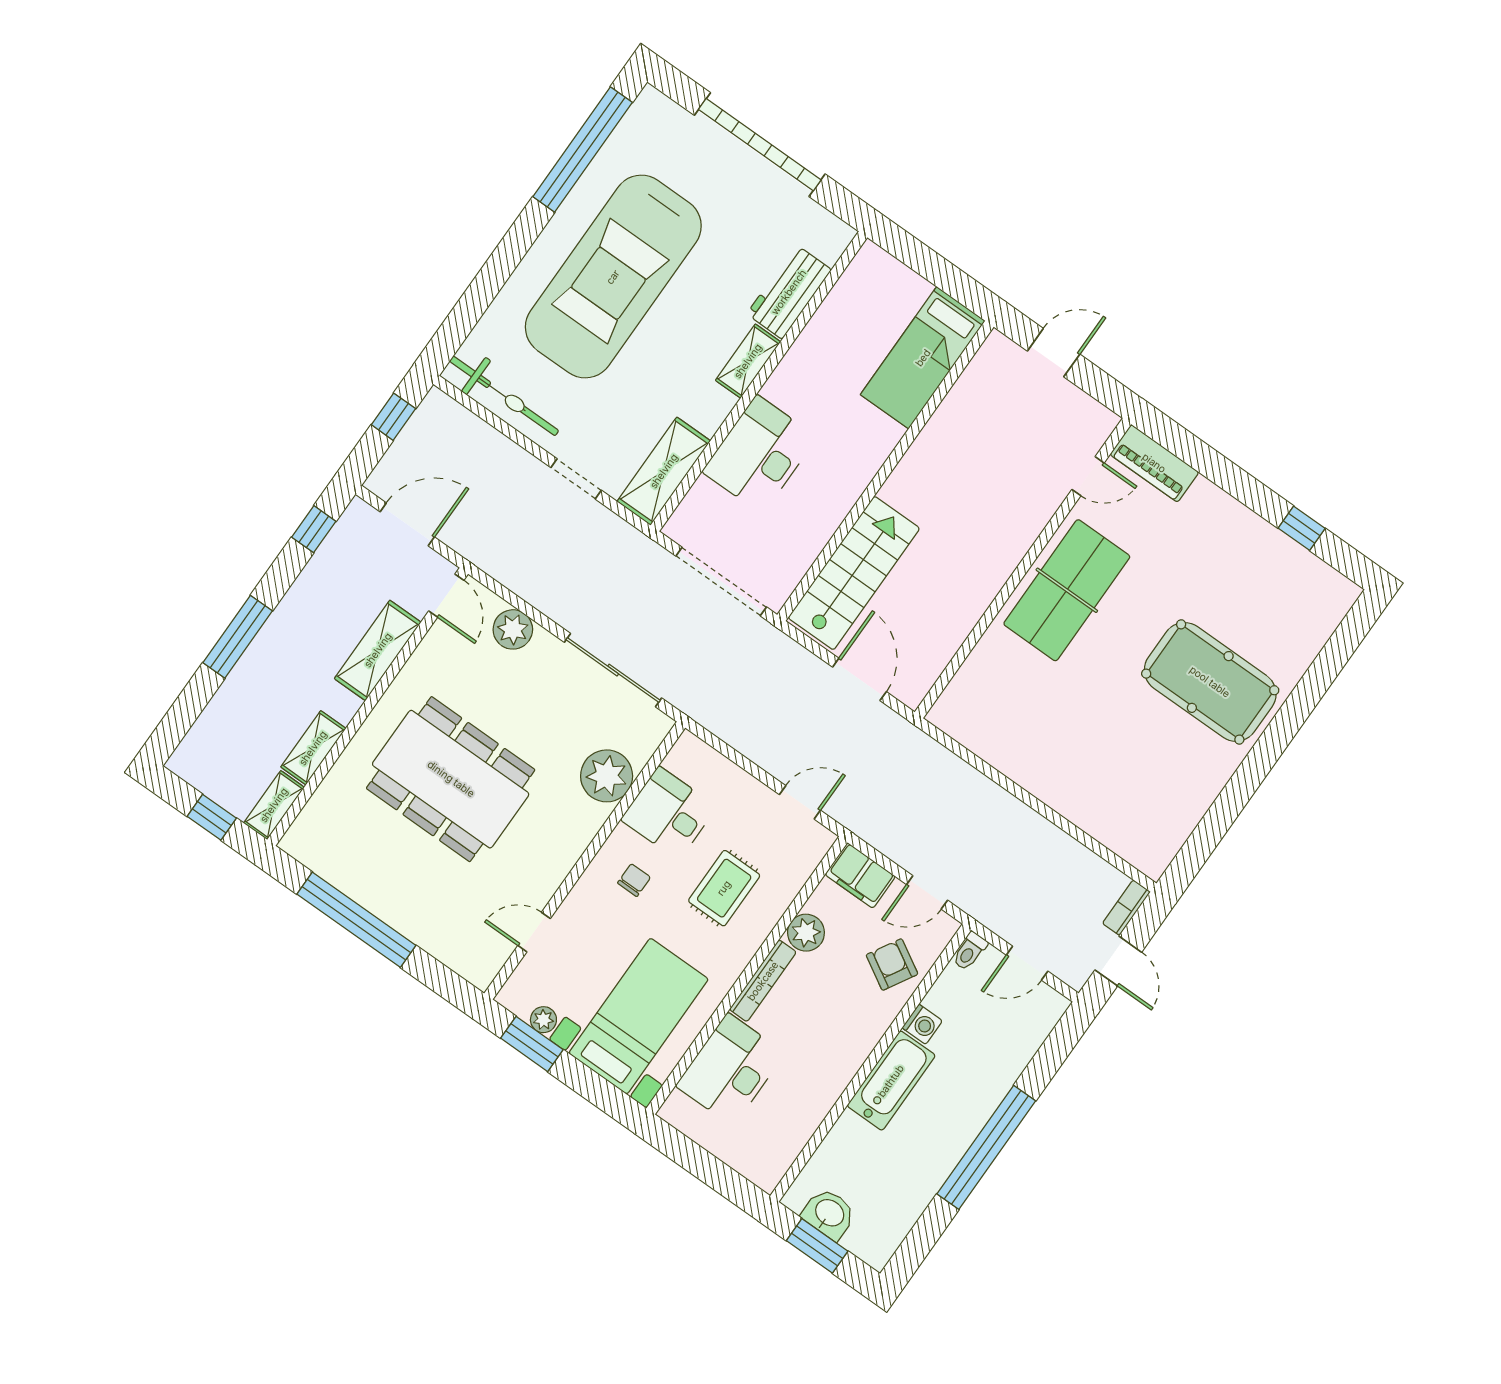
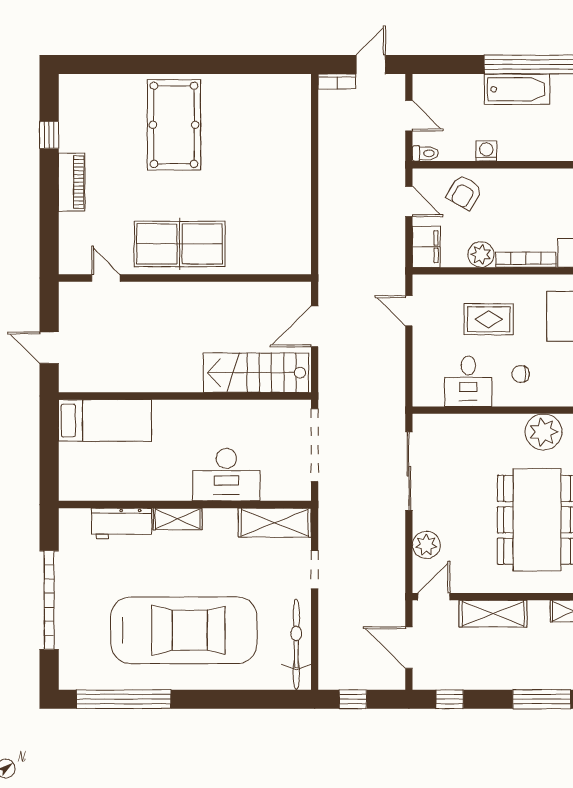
piano: (1154, 463) -> (72, 182), moved
plant: (607, 776) -> (543, 432), moved
bathtub: (891, 1081) -> (517, 89), moved, turned 180

